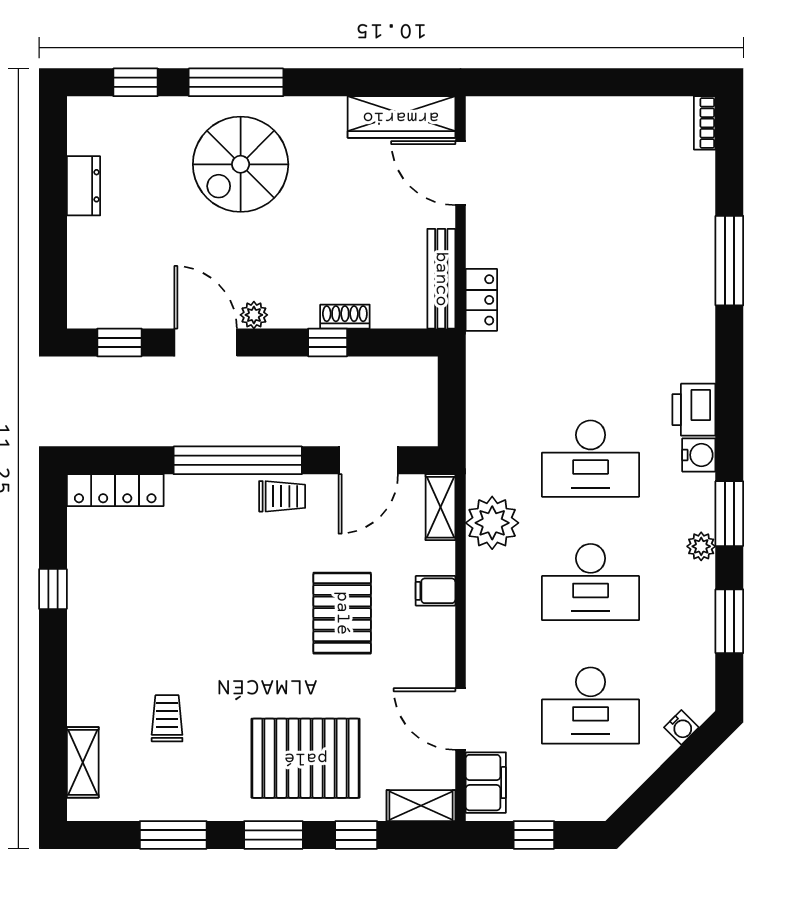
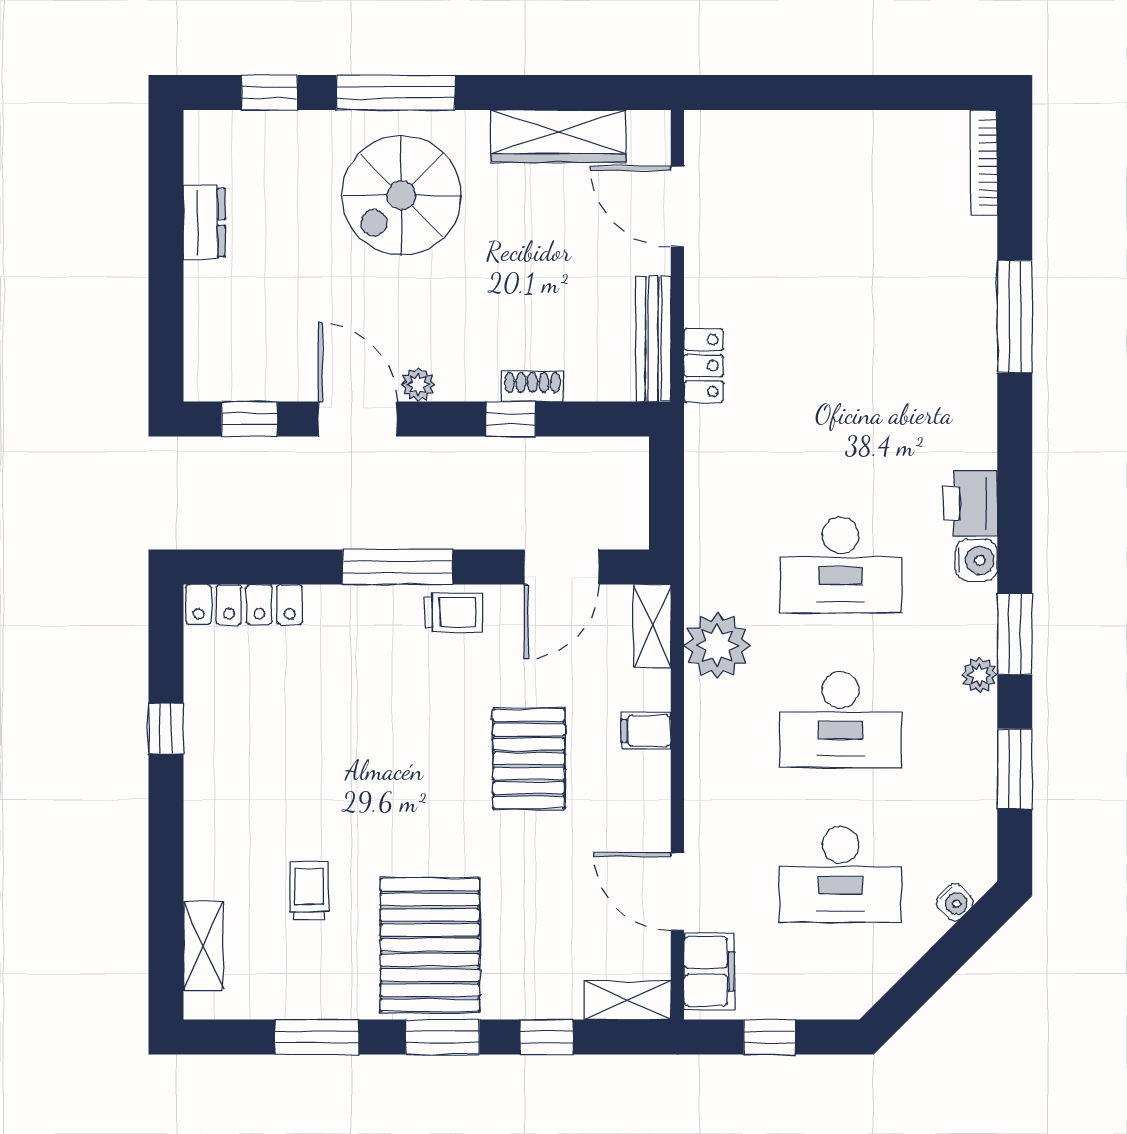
wardrobe: (401, 117) -> (558, 136), moved
bookcase: (705, 123) -> (984, 162), width x1.56
window: (238, 460) -> (398, 567), width x0.68
pallet: (306, 758) -> (430, 945), moved, turned 90

